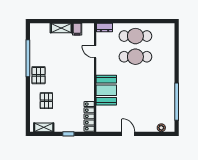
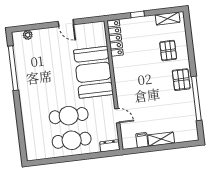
booth: (106, 90) -> (93, 72), width x1.36, depth x1.42

